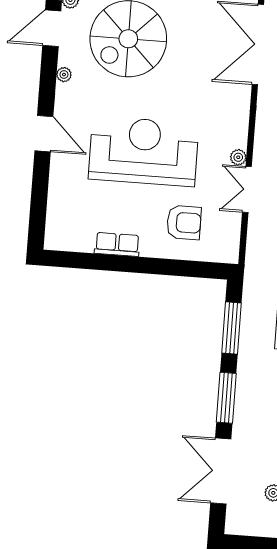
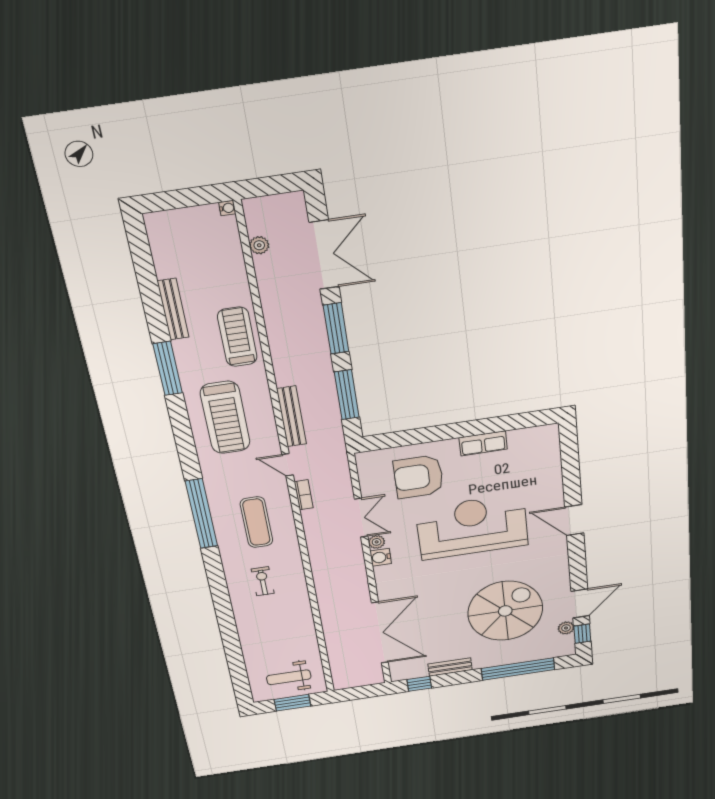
plant: (64, 75) -> (562, 571), removed
water cooler: (238, 138) -> (381, 557), added
reception desk: (144, 151) -> (472, 527), turned 180
armchair: (184, 222) -> (418, 477), width x1.36, depth x1.36

